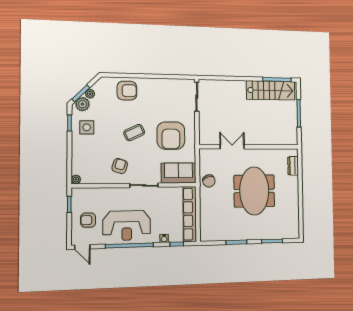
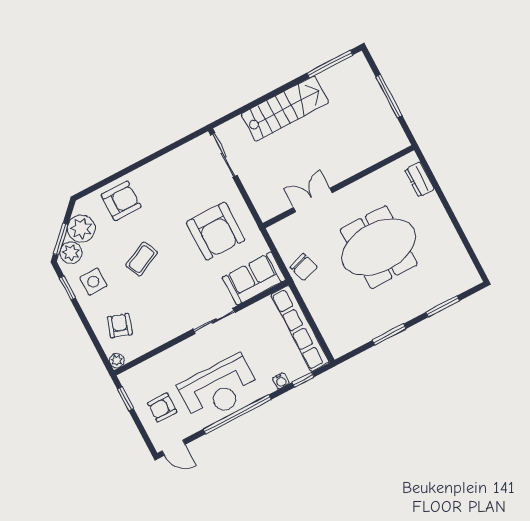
stairs: (271, 90) -> (285, 108), moved
plant: (90, 94) -> (81, 229), width x1.87, depth x1.87
coffee table: (134, 133) -> (141, 259), moved
armchair: (120, 166) -> (120, 326), moved
meeting table: (254, 191) -> (379, 247), turned 90

